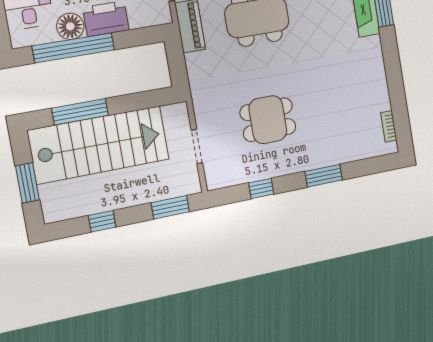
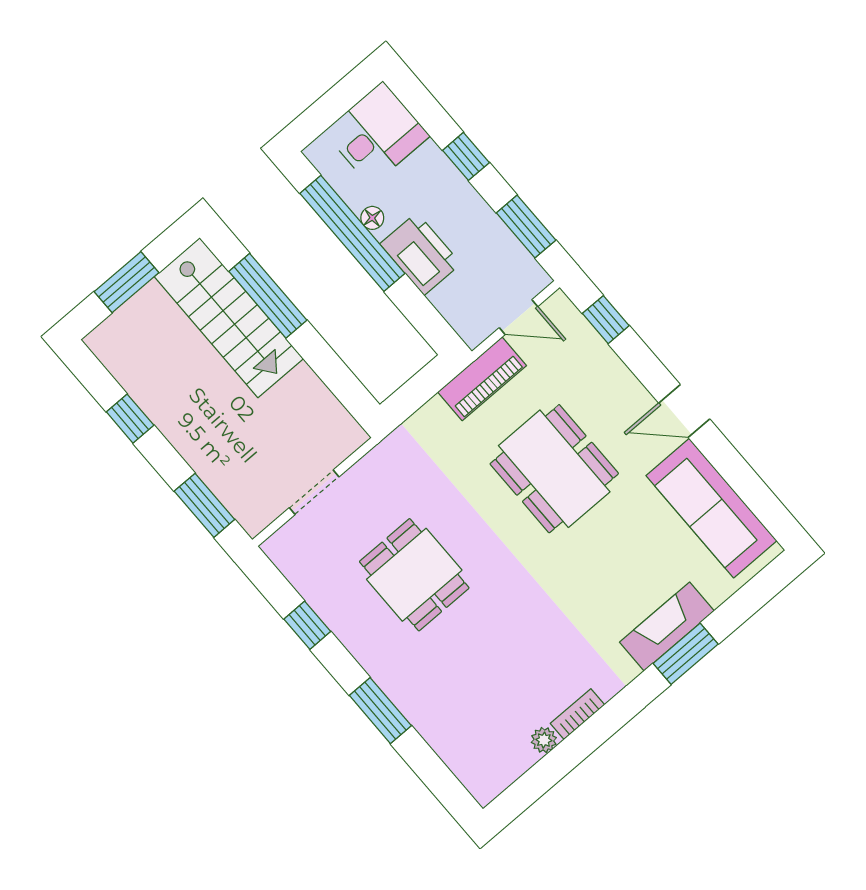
floor lamp: (70, 26) -> (372, 218), width x0.53, depth x0.53
plant: (384, 103) -> (544, 740), added
bookcase: (389, 126) -> (578, 714), moved
stairs: (99, 145) -> (229, 318), width x0.73, depth x0.66

